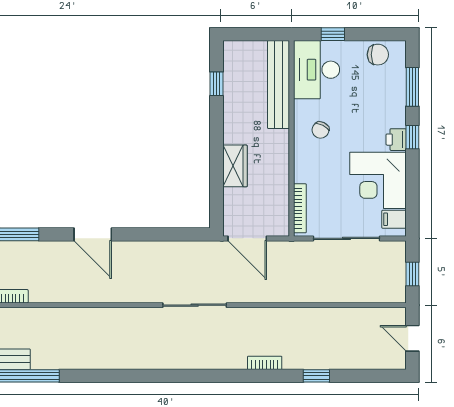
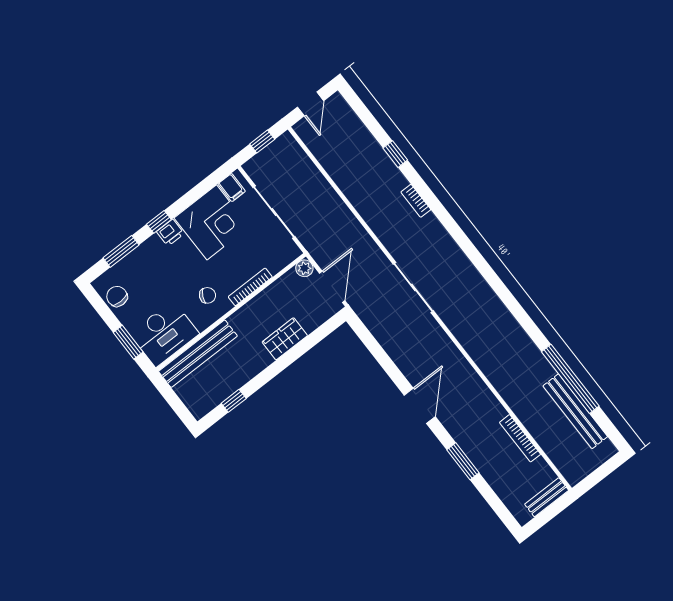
window: (333, 34) -> (128, 342), width x1.50
bookcase: (300, 208) -> (250, 287), moved
plant: (281, 227) -> (304, 268), added

